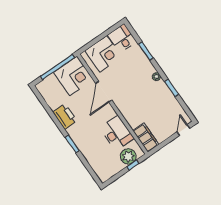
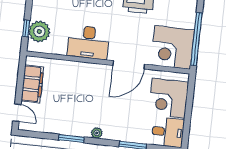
door: (104, 92) -> (129, 65), swing flipped
desk: (117, 133) -> (88, 42), moved
filing cabinet: (146, 137) -> (32, 84), moved, turned -90

